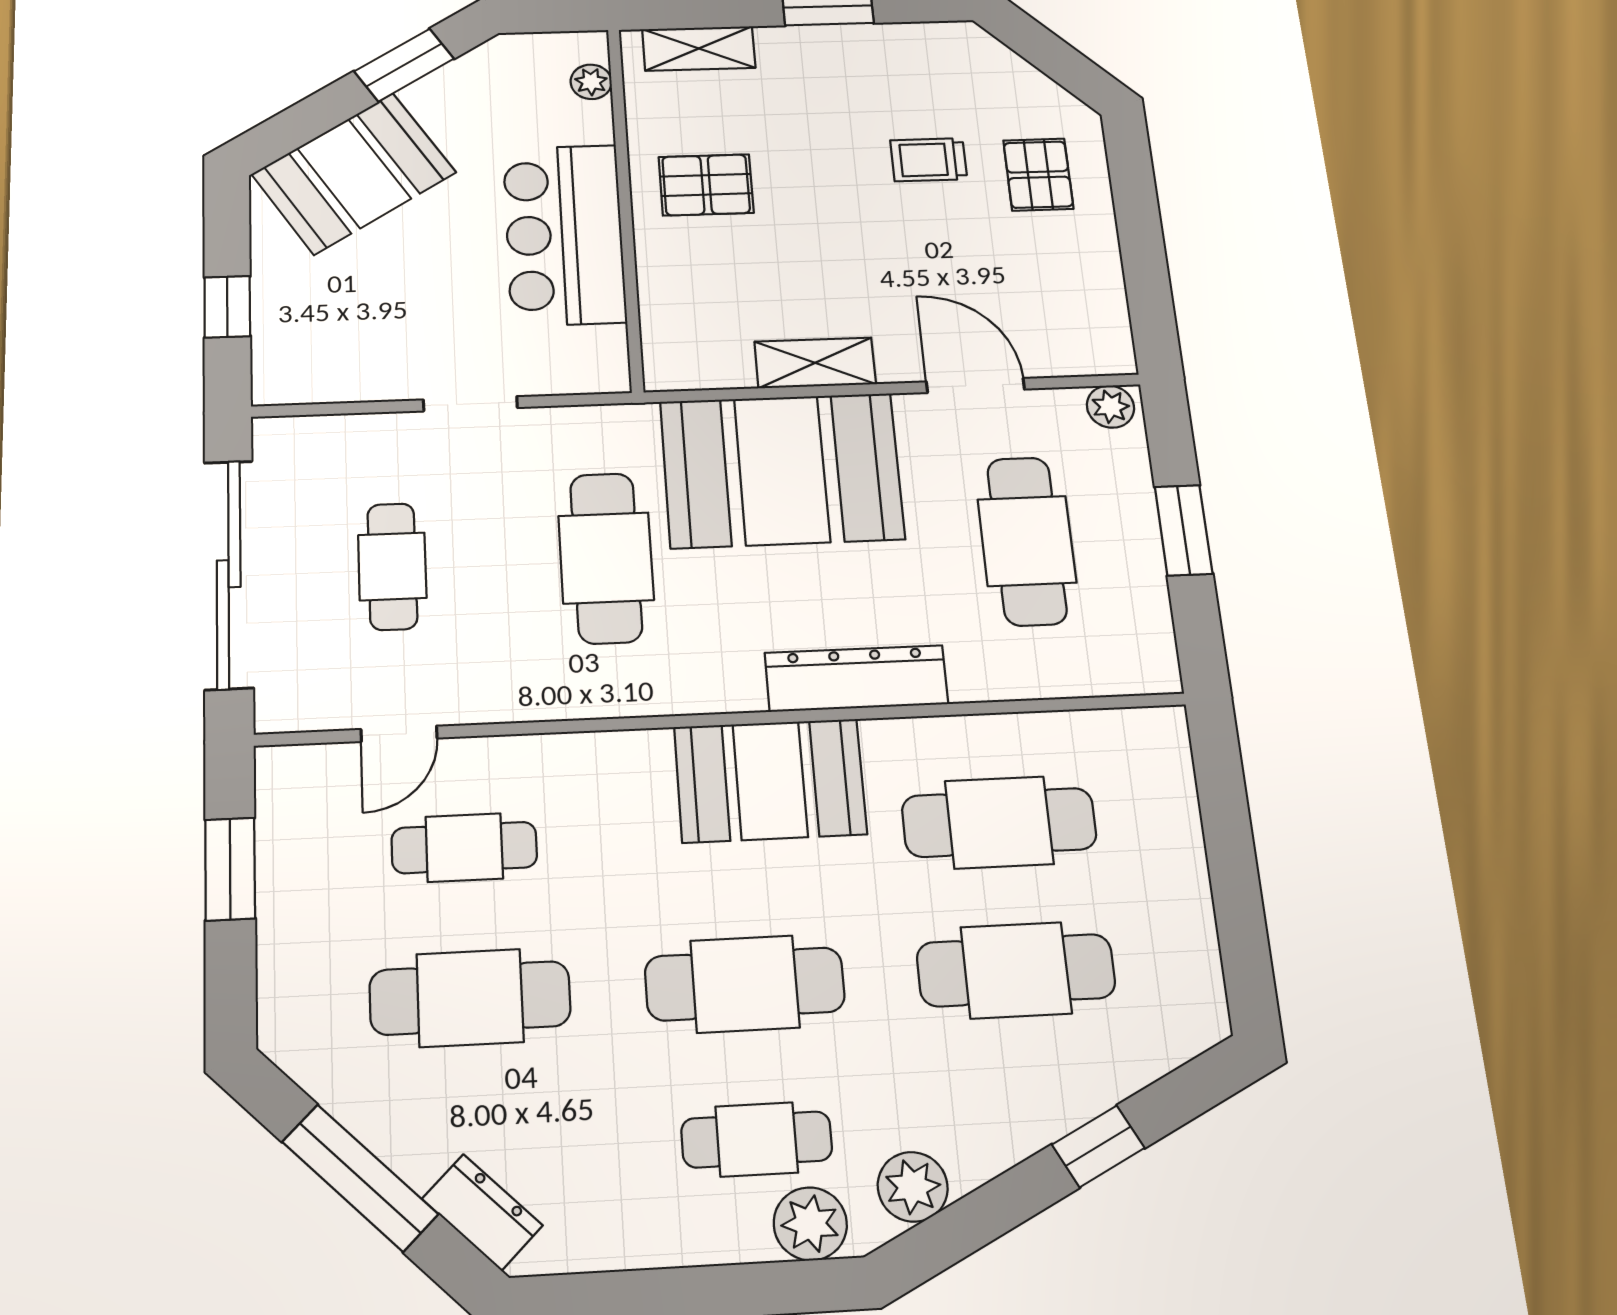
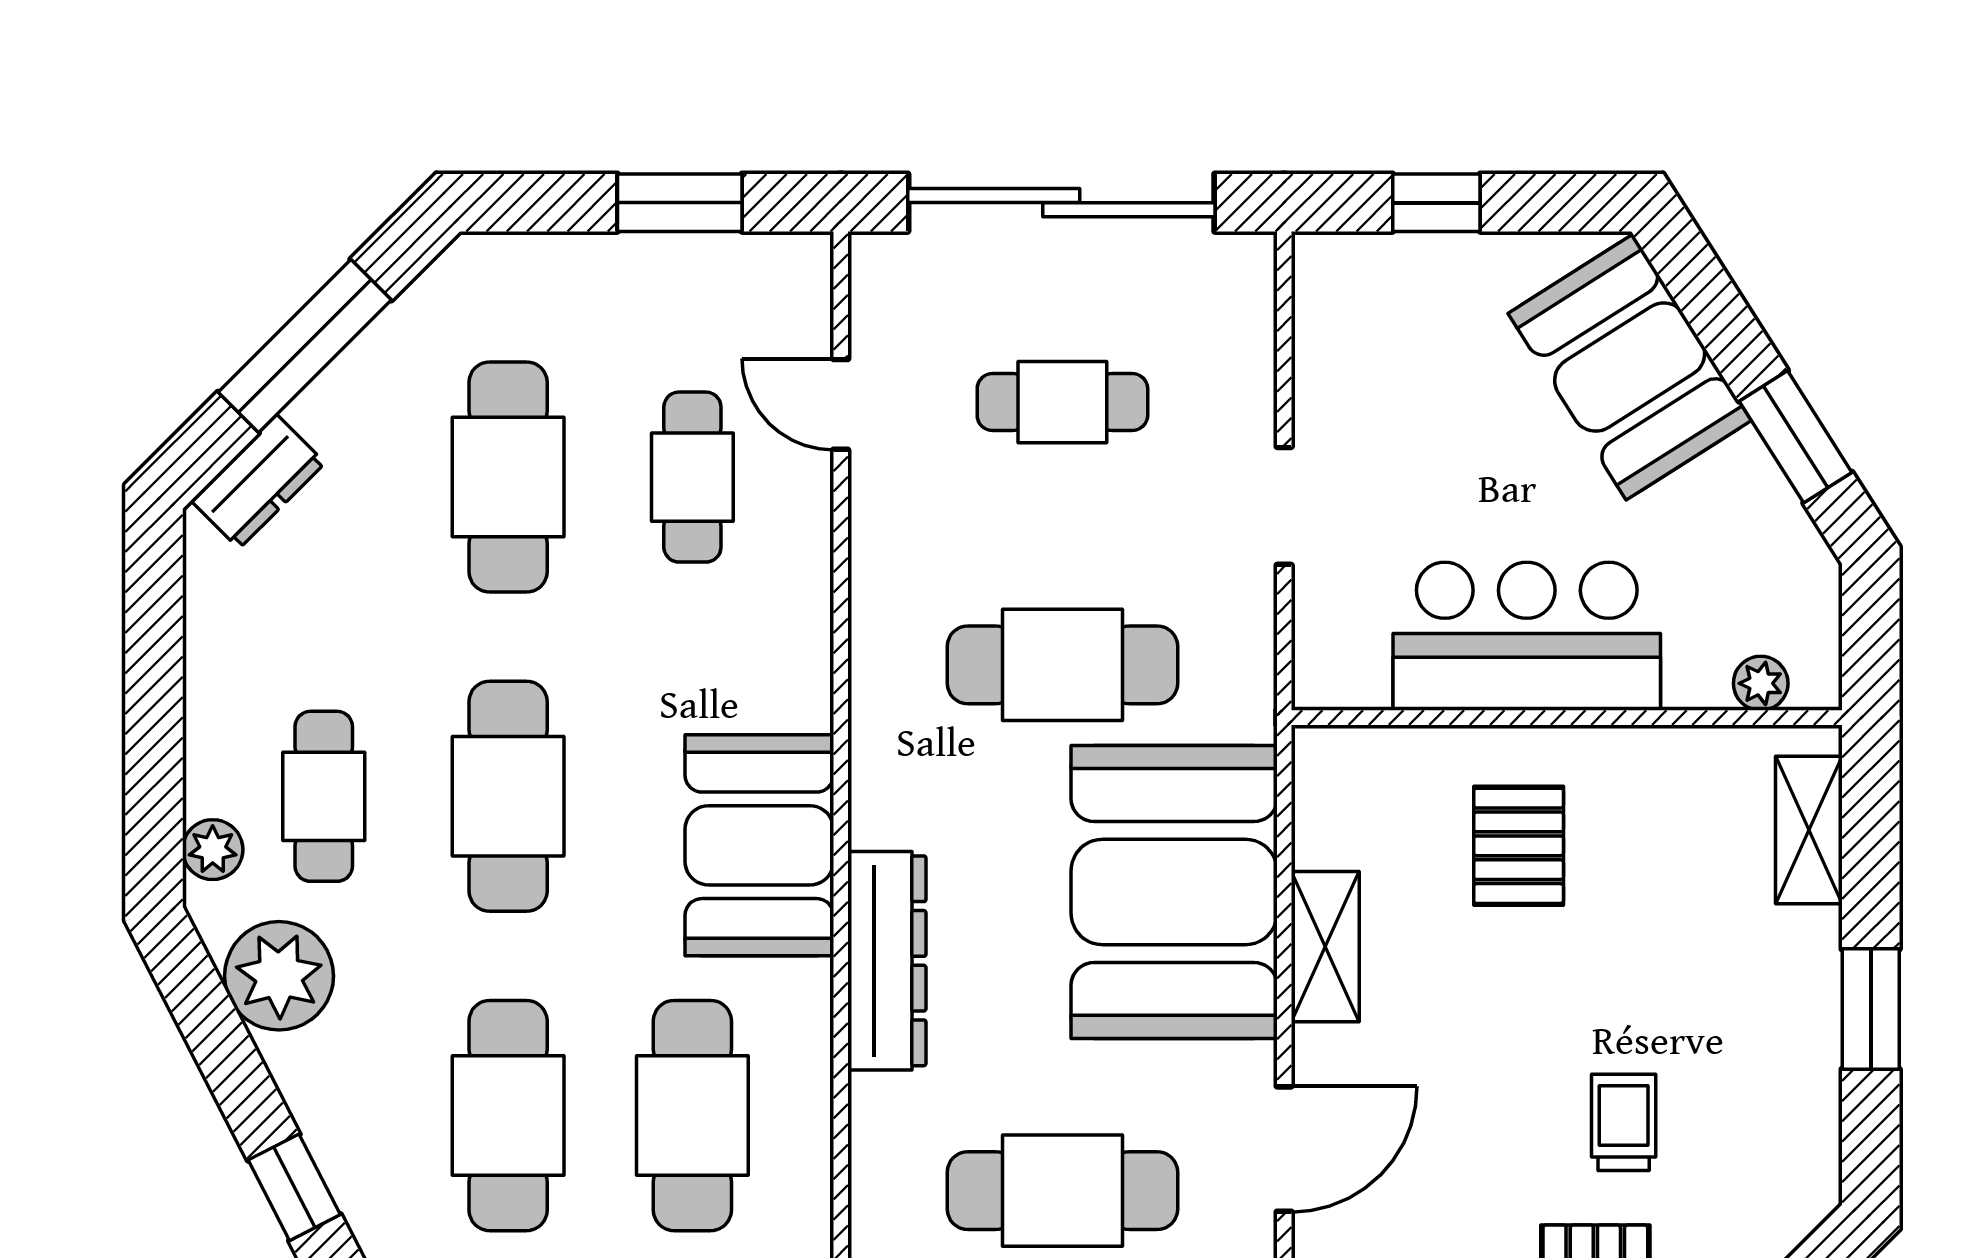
pallet: (706, 185) -> (1519, 846), moved
plant: (913, 1187) -> (279, 976), width x1.36, depth x1.36
plant: (810, 1224) -> (213, 850), width x0.73, depth x0.73

